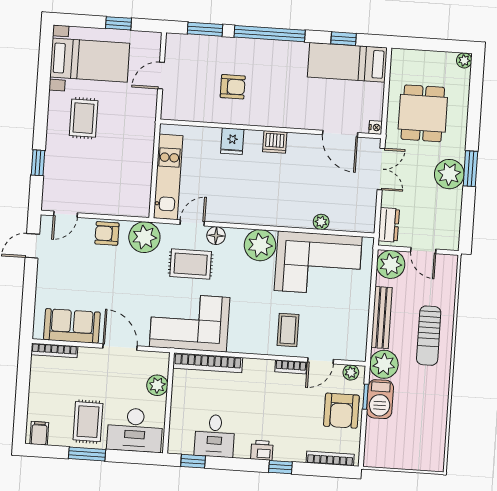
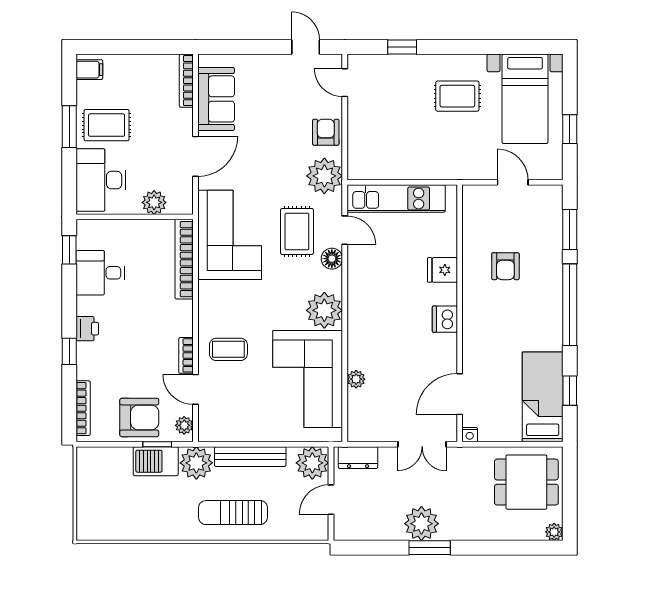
dining table: (423, 113) -> (526, 482), moved
armchair: (341, 411) -> (139, 417), turned 180

